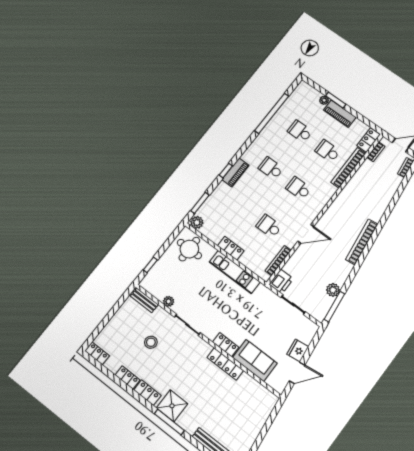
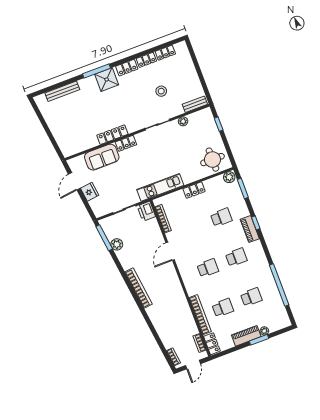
school desk: (269, 226) -> (221, 217), moved
kitchen unit: (235, 272) -> (160, 187), moved
locker: (97, 353) -> (165, 53), moved

